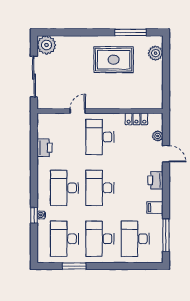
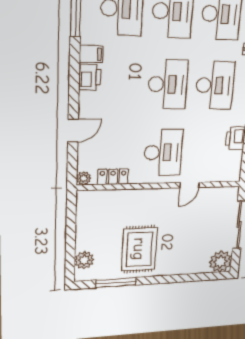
rug: (114, 60) -> (139, 249), turned 90
plant: (158, 136) -> (84, 178), moved
door: (166, 154) -> (73, 130), swing flipped
printer: (155, 180) -> (90, 77), moved

